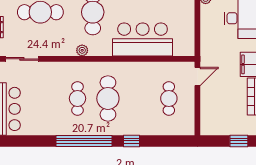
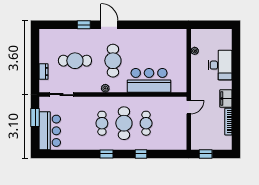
cafe table: (169, 98) -> (146, 123), moved
window: (84, 141) -> (107, 154), width x0.32
window: (239, 141) -> (206, 154), moved

